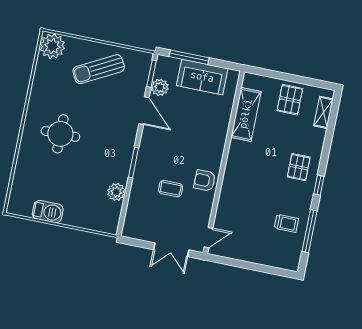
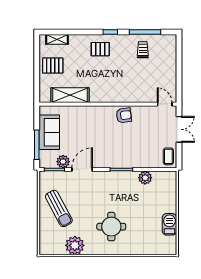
plant: (52, 46) -> (75, 245), moved
armchair: (205, 180) -> (124, 115), turned -98
coffee table: (171, 189) -> (168, 156), moved

